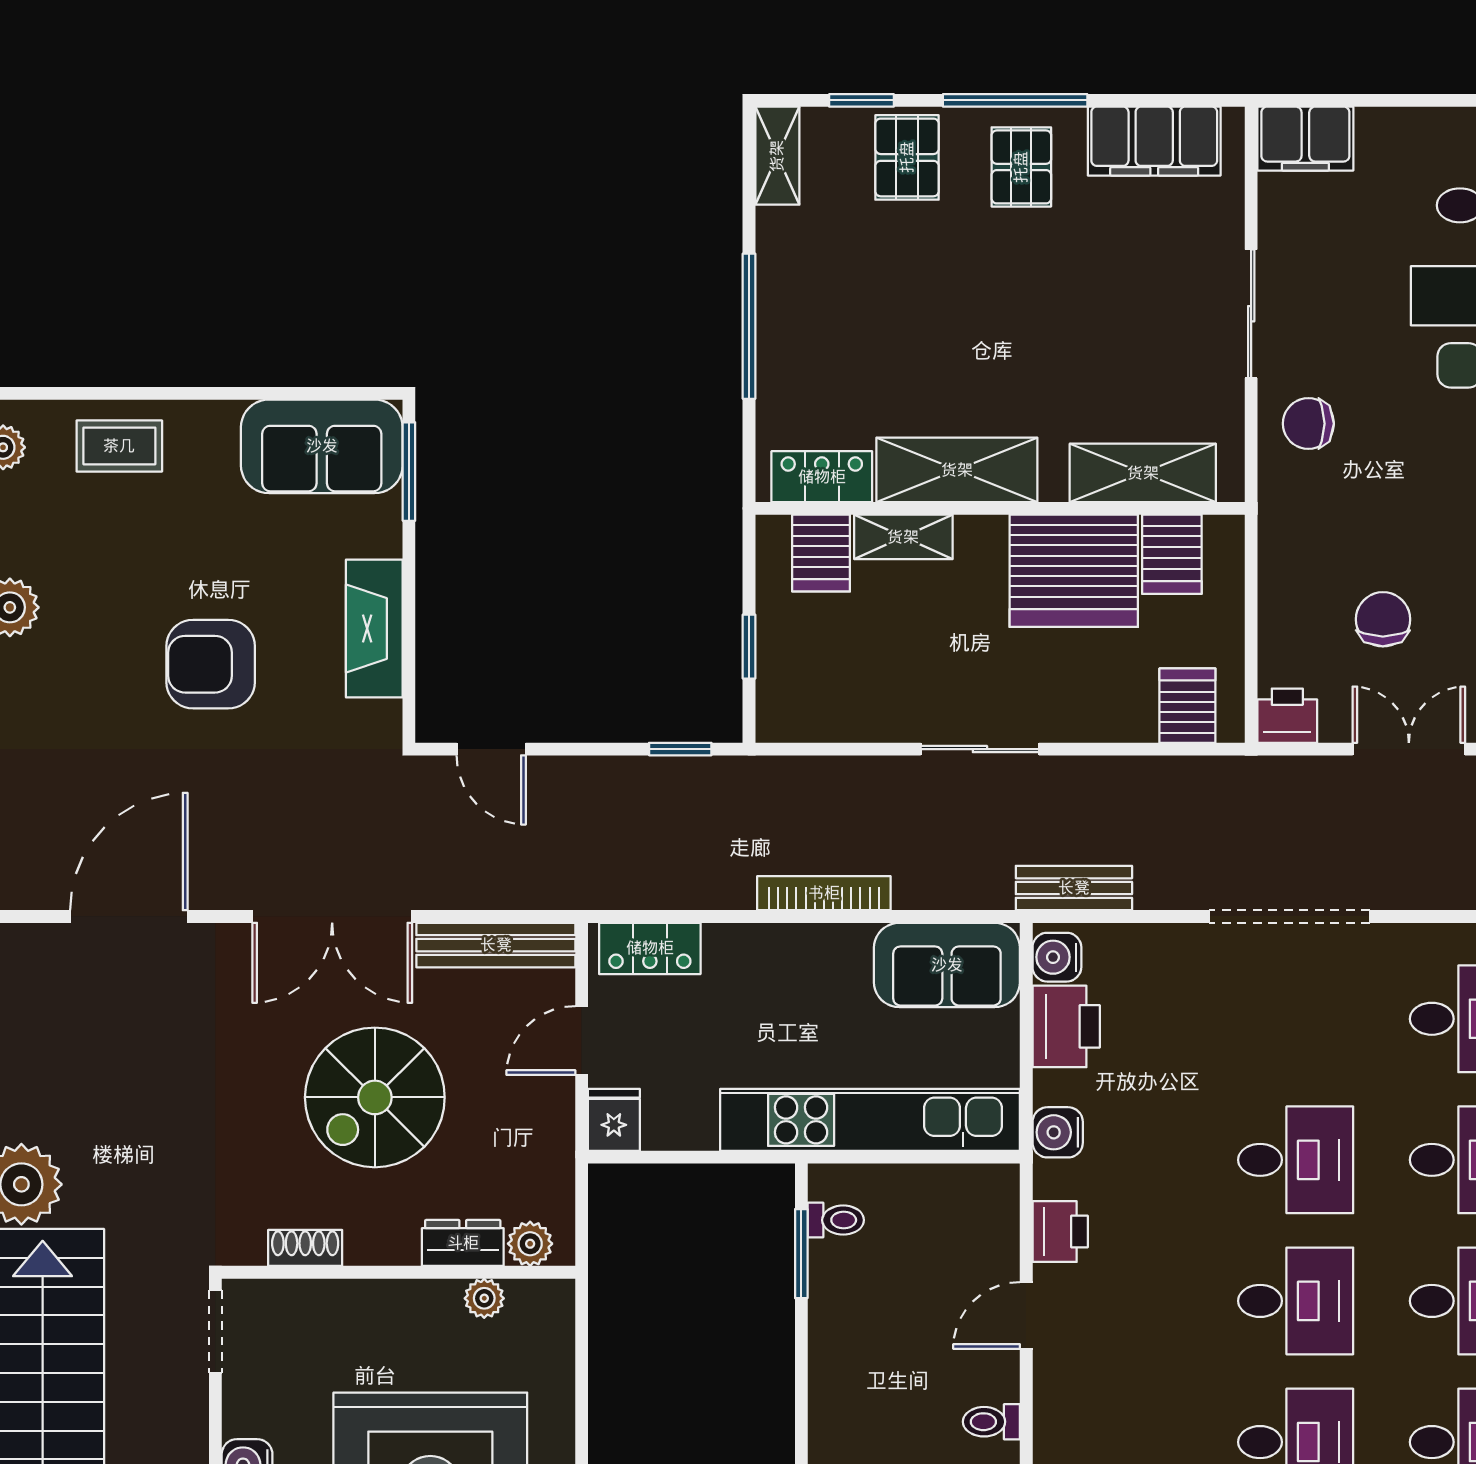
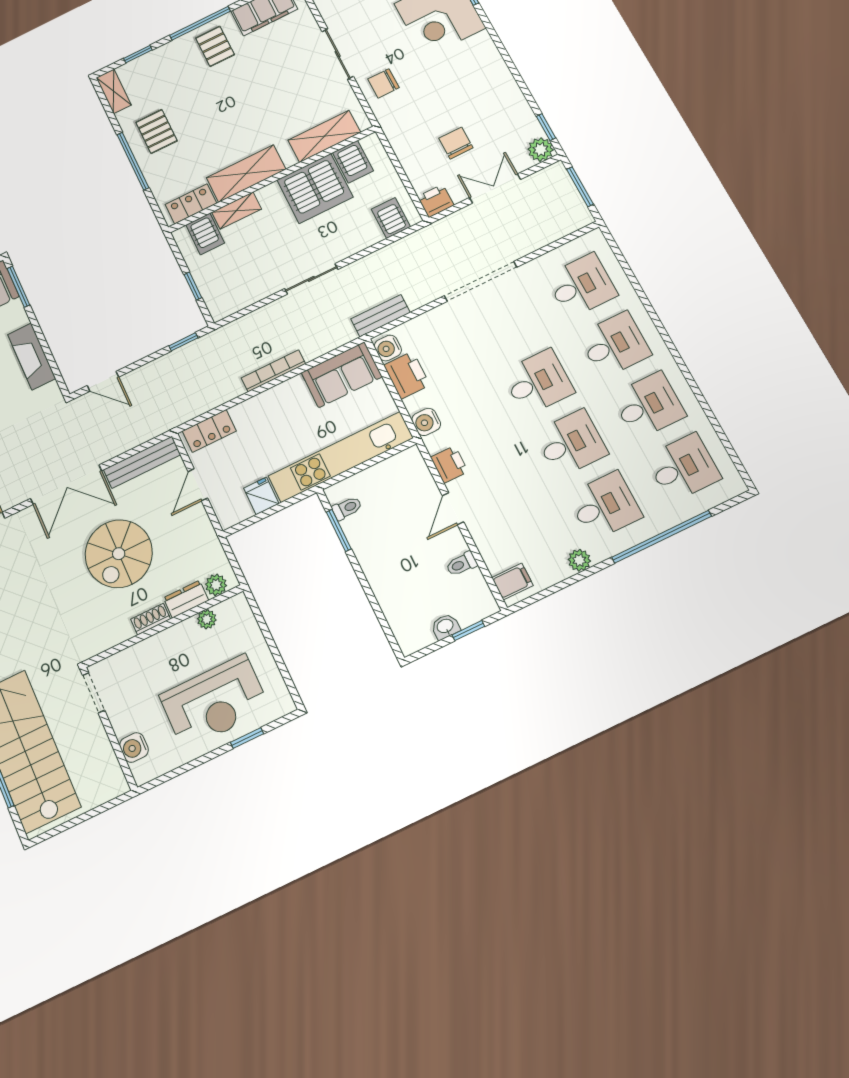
pallet: (907, 157) -> (156, 132), moved
fridge: (614, 1120) -> (261, 496), moved
shoe rack: (305, 1248) -> (151, 619), moved

